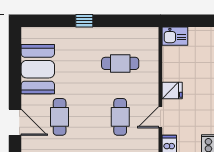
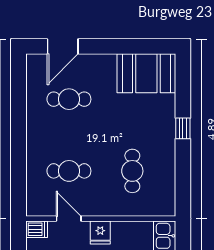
booth: (38, 69) -> (146, 73), moved

